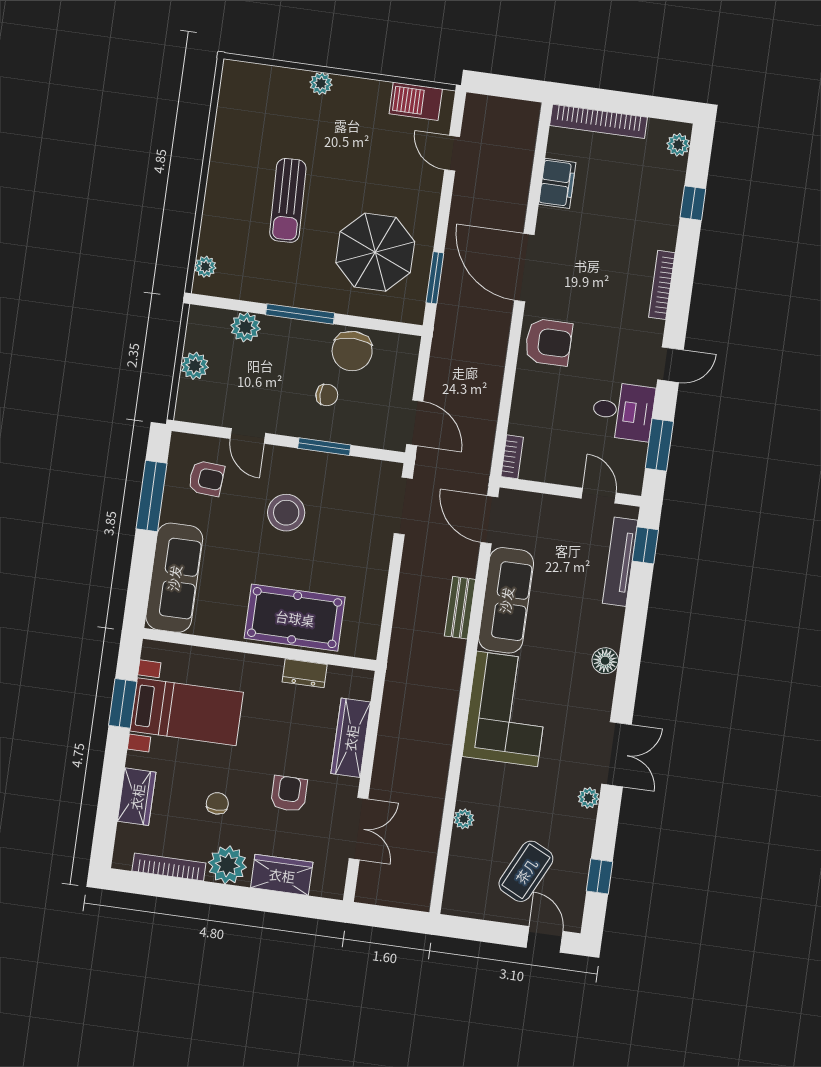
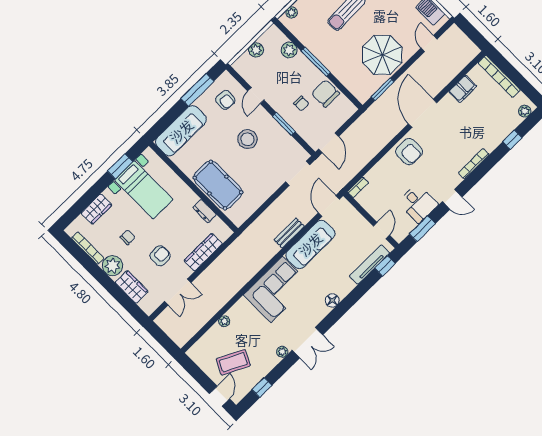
parasol: (375, 252) -> (382, 55), moved
chair: (352, 351) -> (325, 93), turned 90

